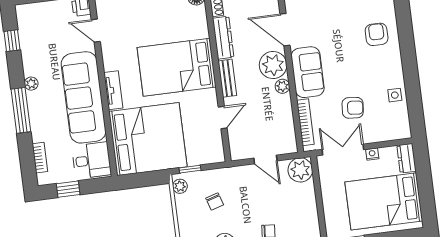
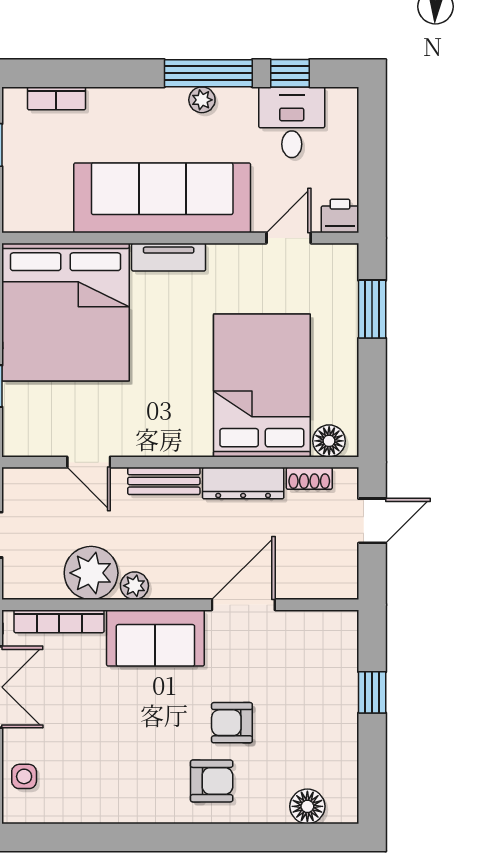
plant: (273, 65) -> (91, 573), moved
bed: (177, 67) -> (262, 385), moved
side table: (395, 95) -> (24, 776), moved
armchair: (353, 108) -> (232, 723), moved, turned 85
window: (21, 110) -> (208, 73), moved
desk: (91, 160) -> (292, 122), moved, turned 180

